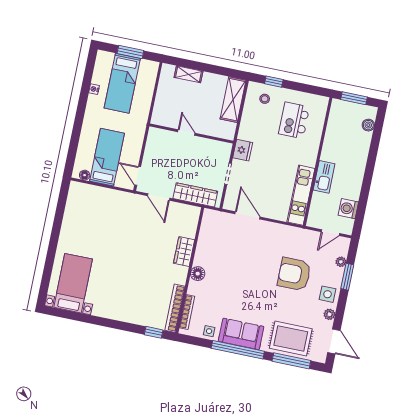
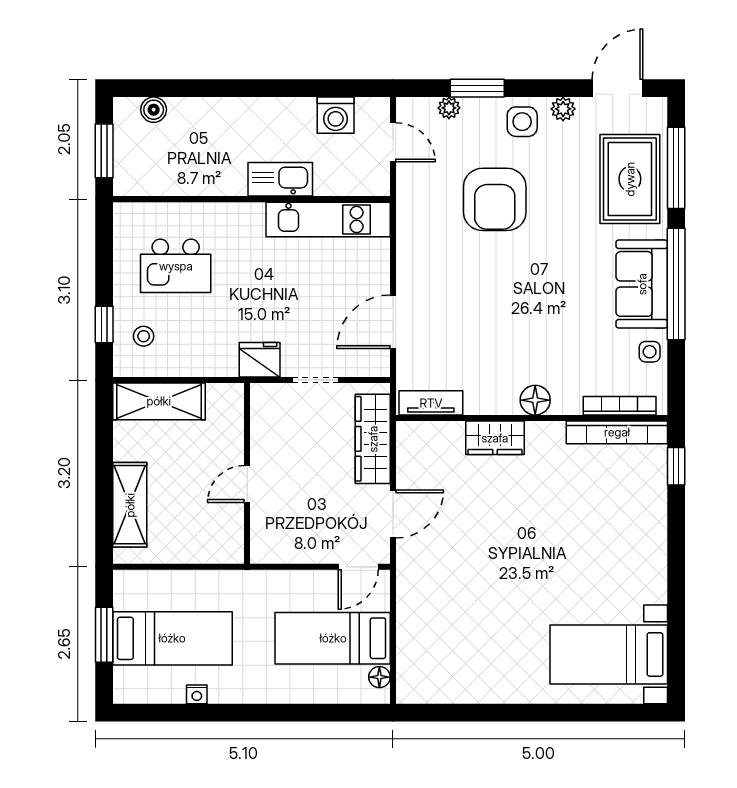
shelving: (189, 74) -> (130, 505), width x1.50, depth x1.33
tv unit: (206, 225) -> (431, 403), added

